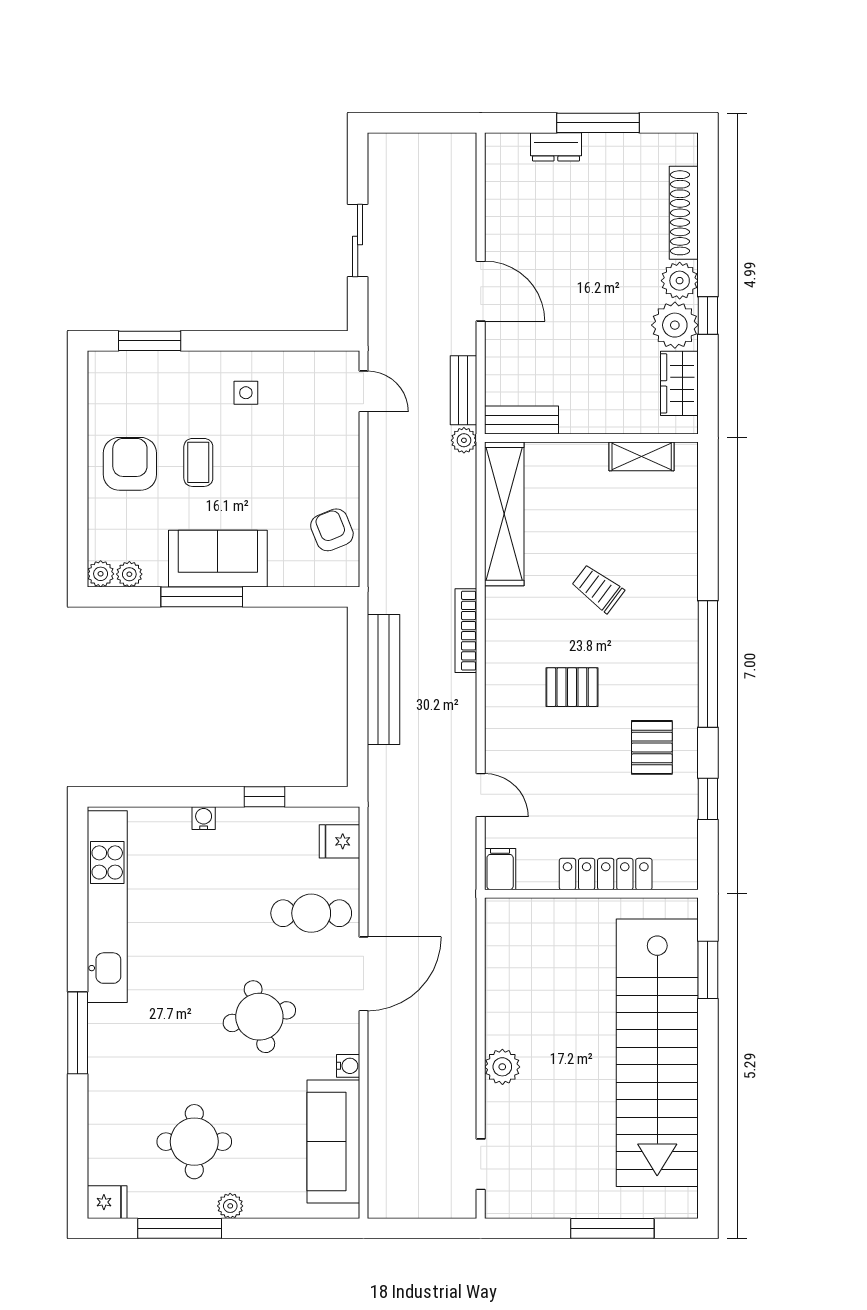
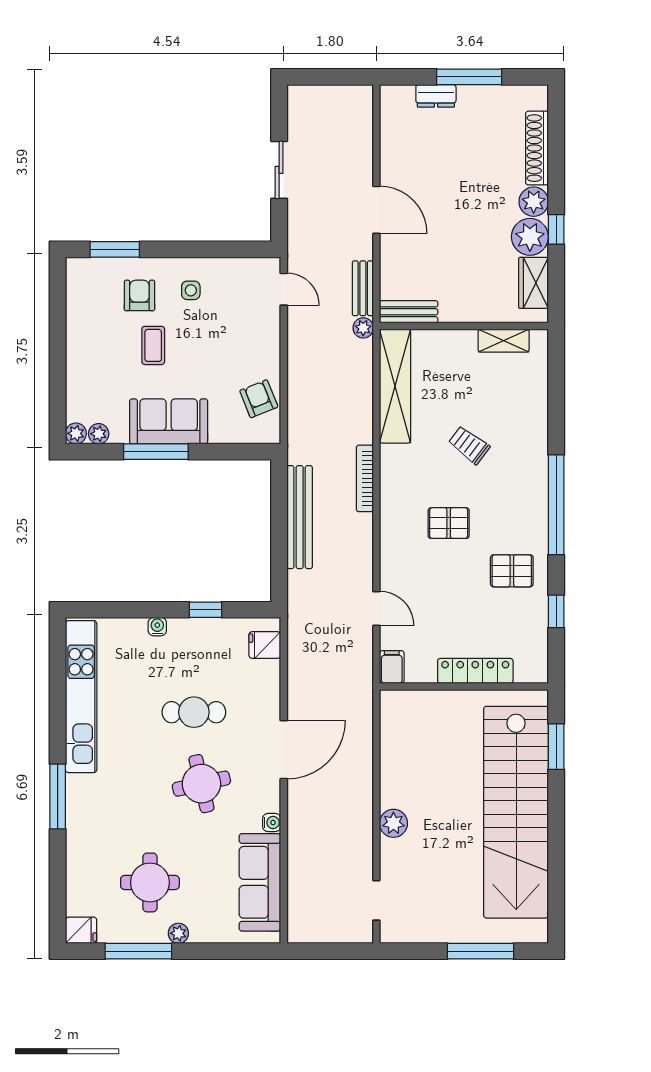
armchair: (130, 464) -> (139, 295), moved, width x0.72, depth x0.72
pallet: (652, 747) -> (512, 571), turned 90
cafe table: (311, 913) -> (194, 712), moved

